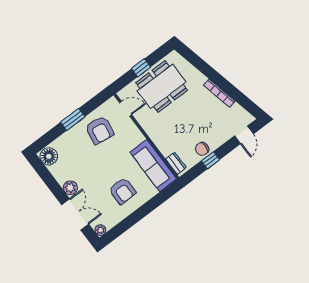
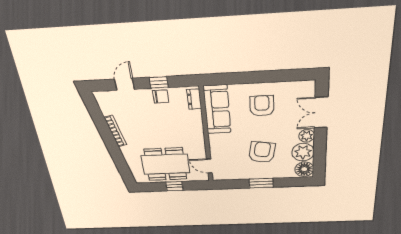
armchair: (100, 130) -> (262, 152), moved
door: (244, 135) -> (124, 84), moved
plant: (100, 230) -> (303, 152), moved, width x1.88, depth x1.88

